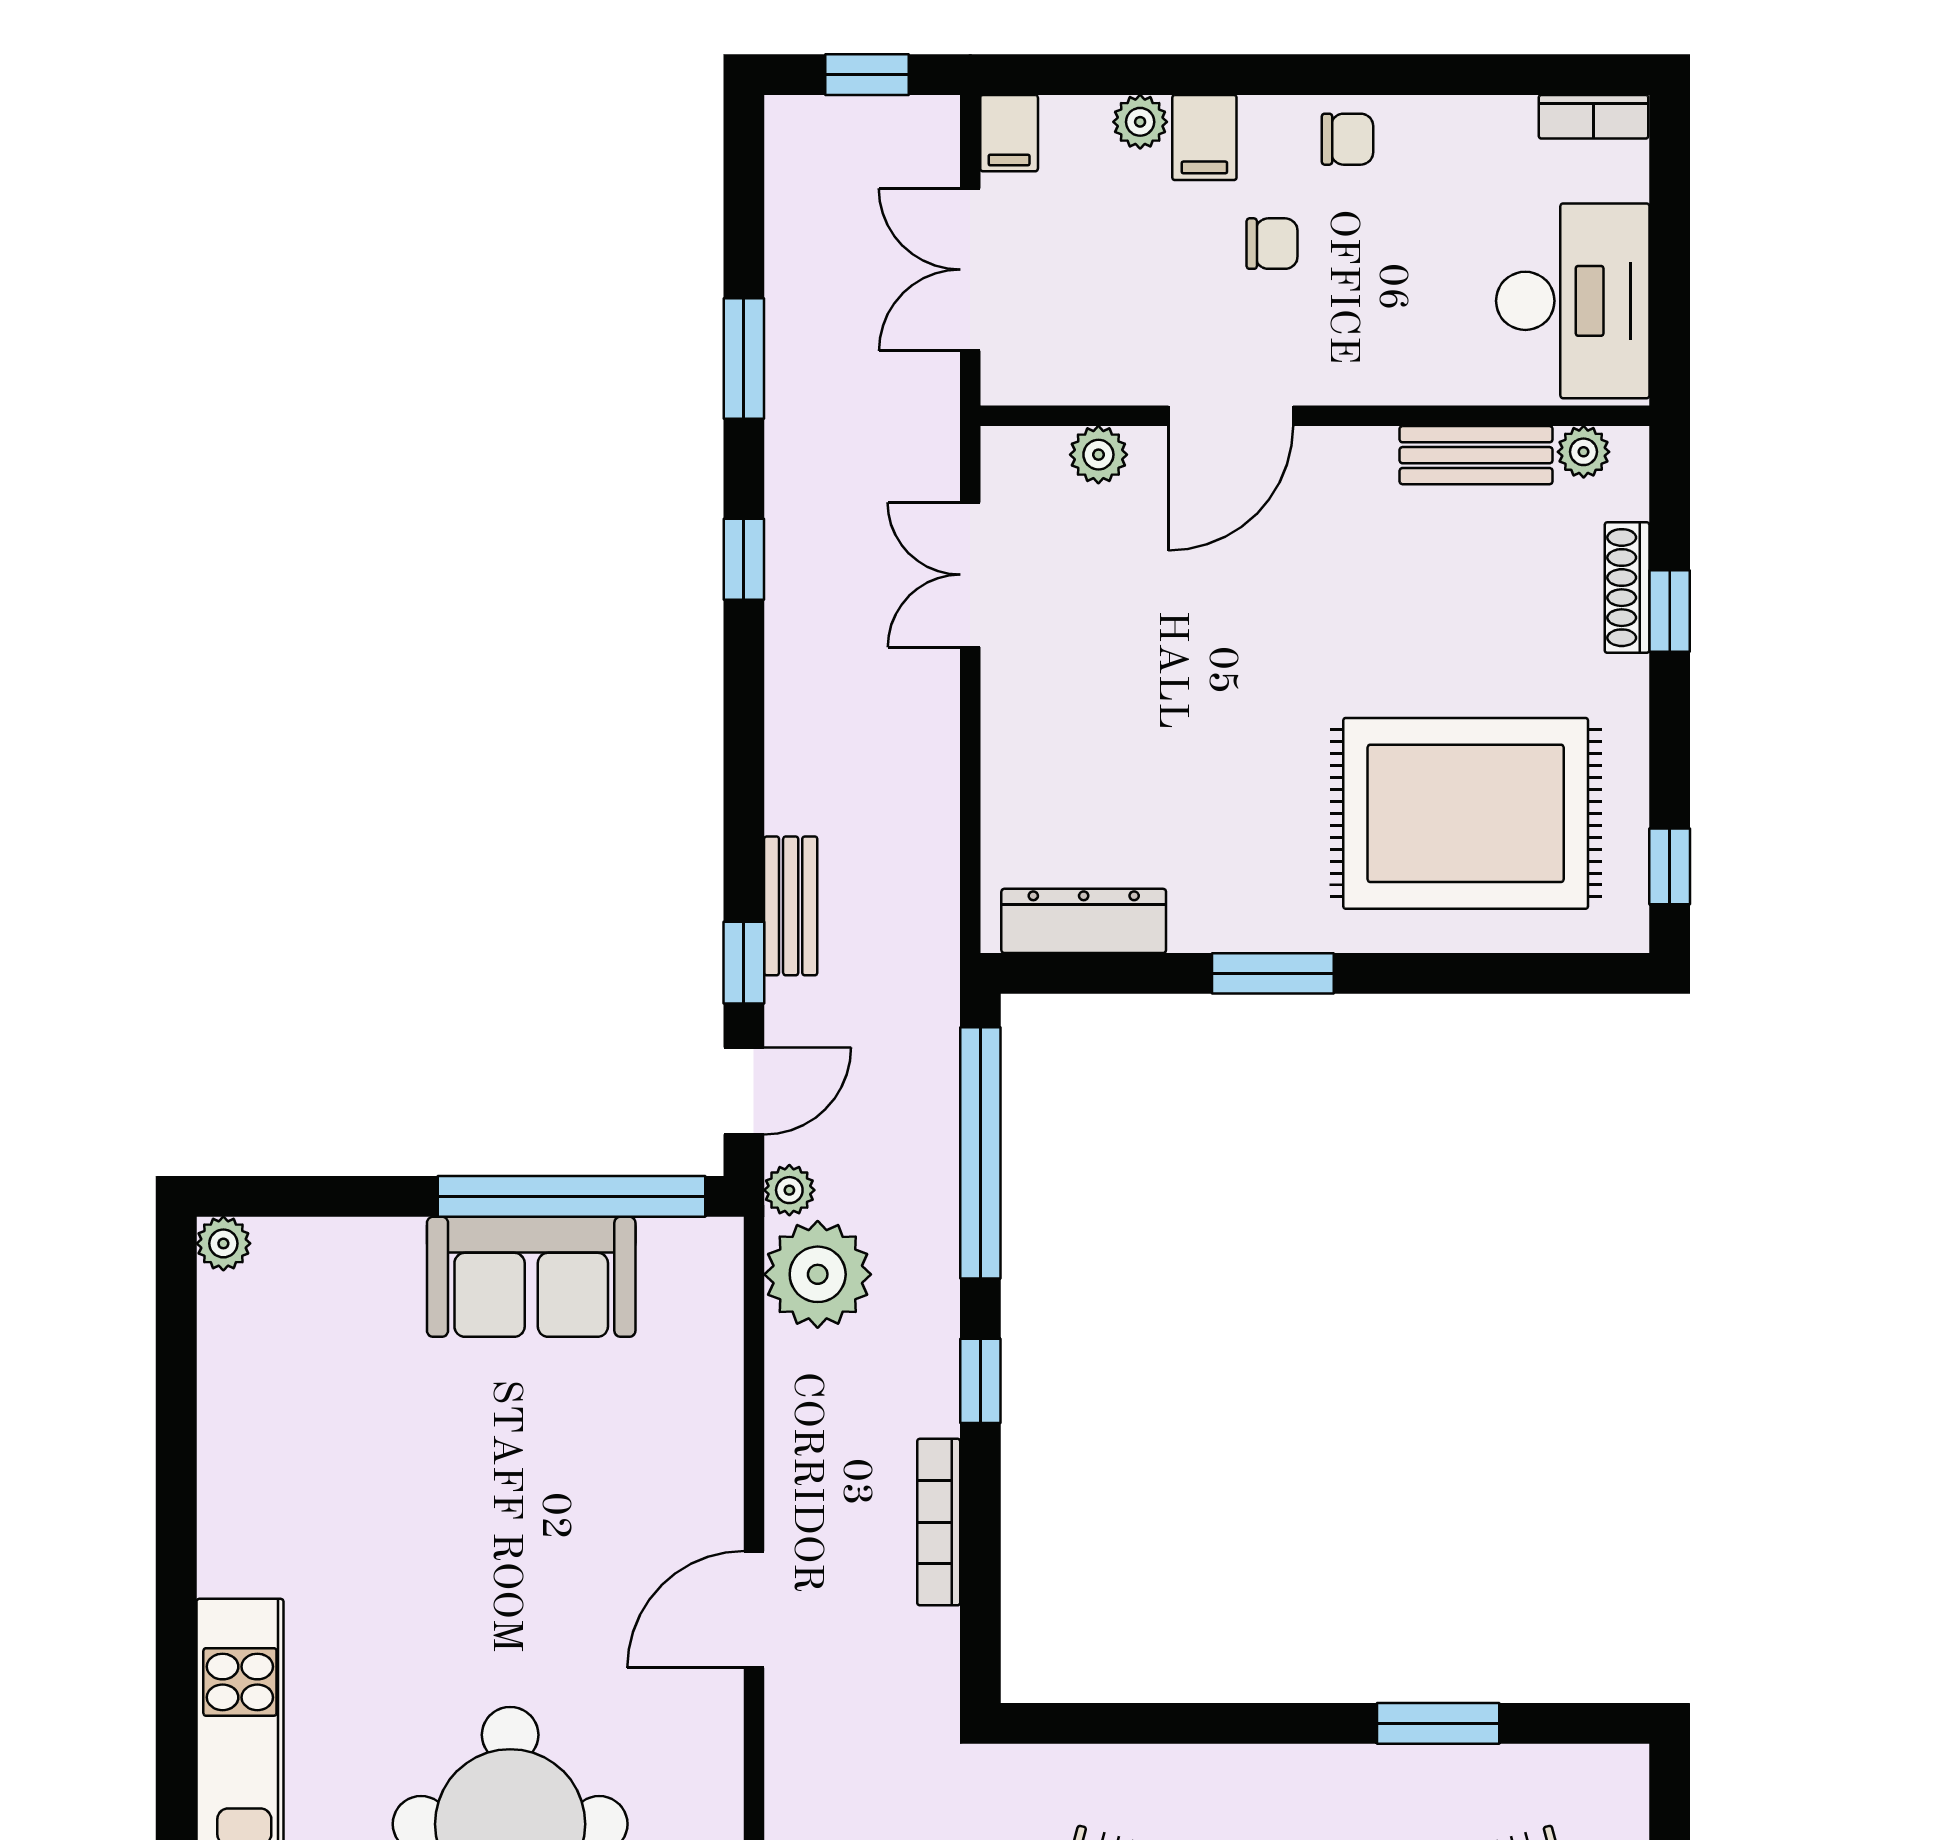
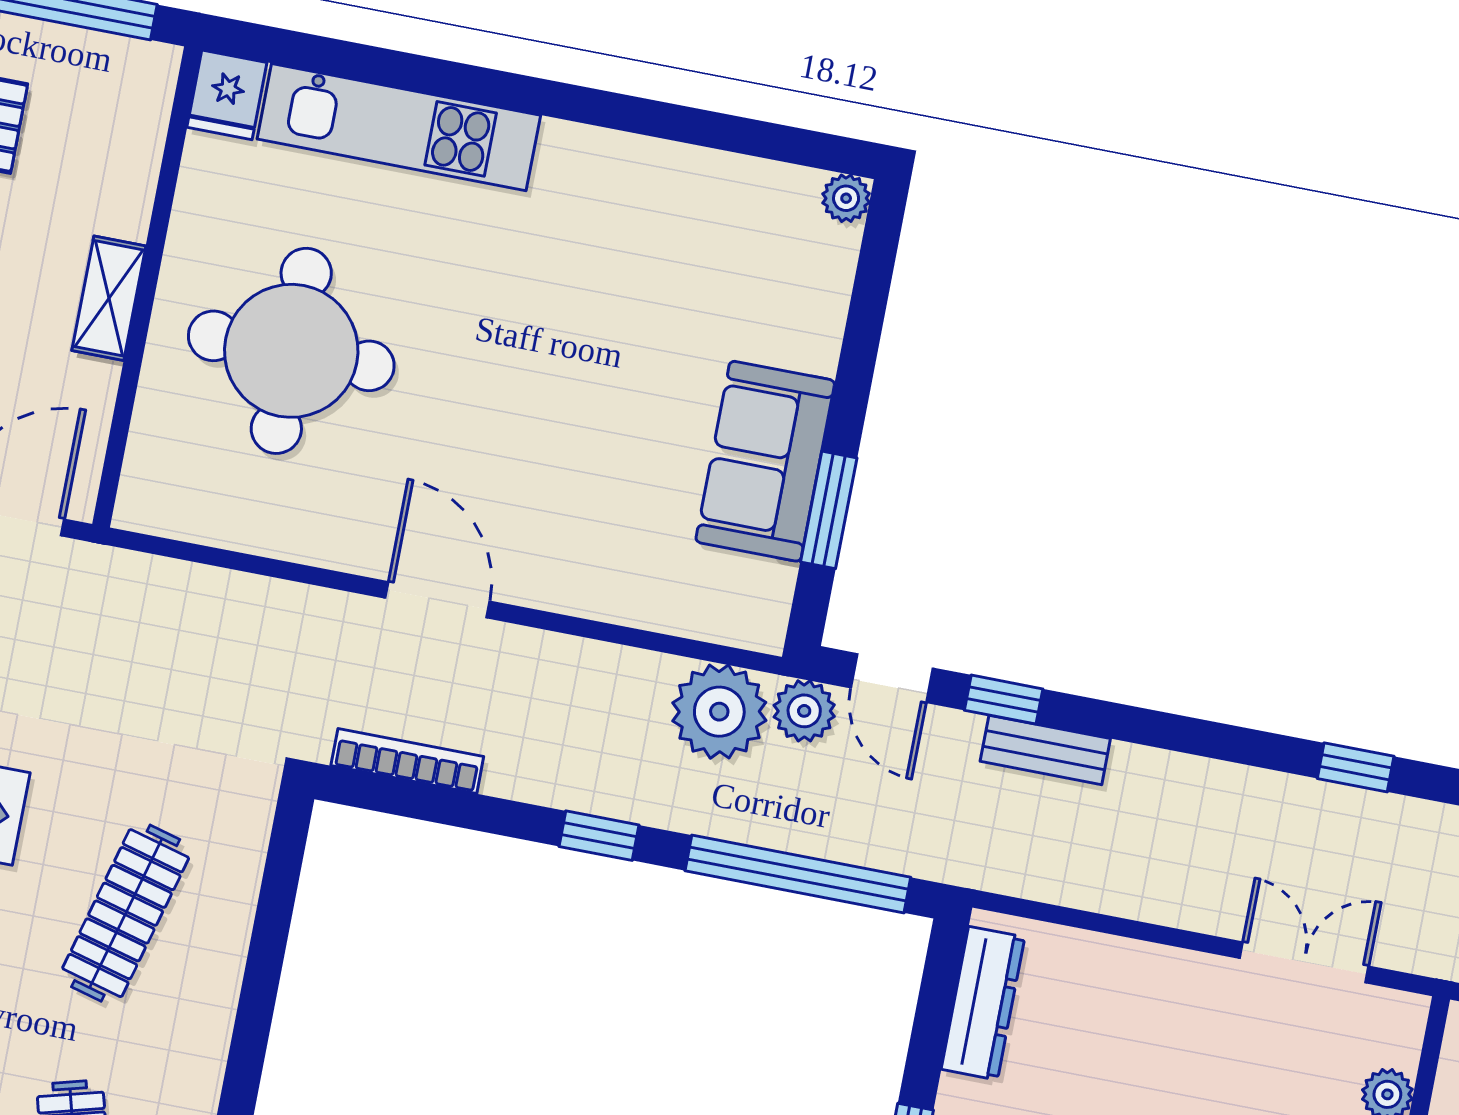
plant: (789, 1190) -> (804, 711), width x1.38, depth x1.38
window: (572, 1196) -> (829, 510), width x0.47
bookcase: (939, 1522) -> (407, 761), moved

